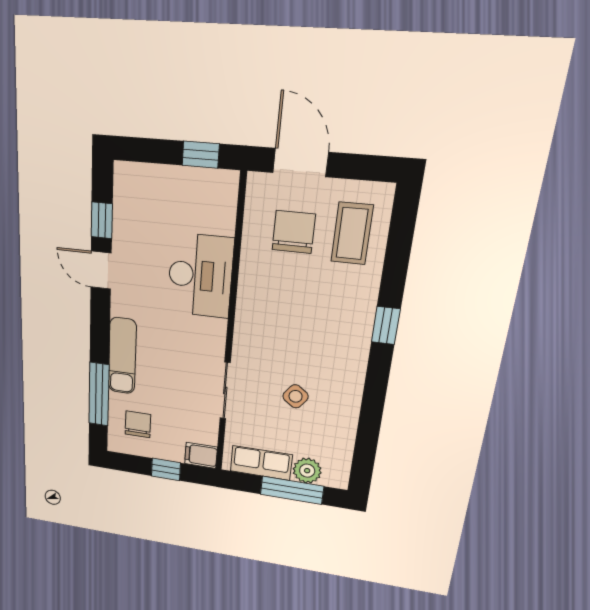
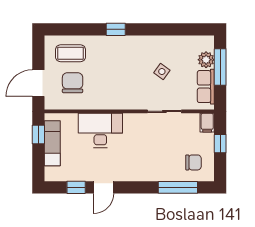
chair: (294, 232) -> (73, 83), turned 90
exam couch: (122, 356) -> (52, 143), moved, turned 90
chair: (138, 424) -> (193, 162), turned 180

